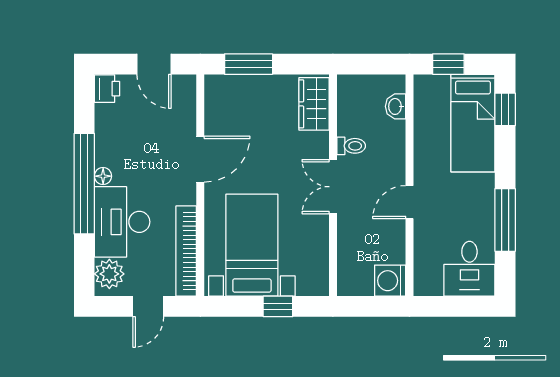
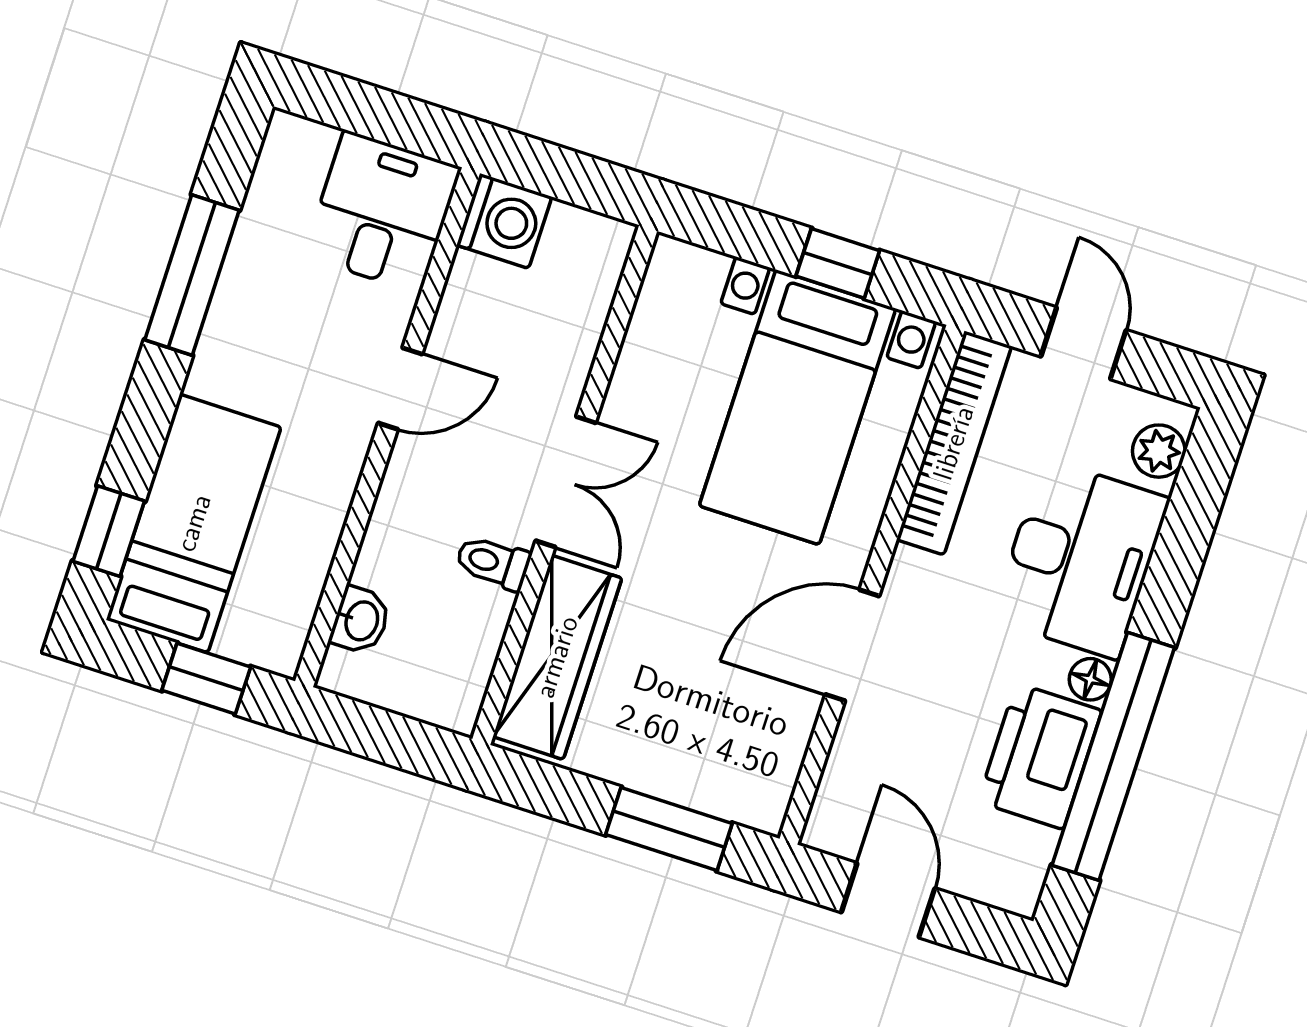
printer: (107, 89) -> (1040, 756), moved, width x1.87, depth x1.48
wardrobe: (314, 104) -> (557, 657), width x1.50
window: (84, 184) -> (1113, 756), moved
desk: (469, 269) -> (382, 212), moved
plant: (109, 274) -> (1159, 451), width x0.73, depth x0.73
door: (148, 306) -> (1084, 343), hinge flipped
window: (278, 306) -> (838, 263), moved

